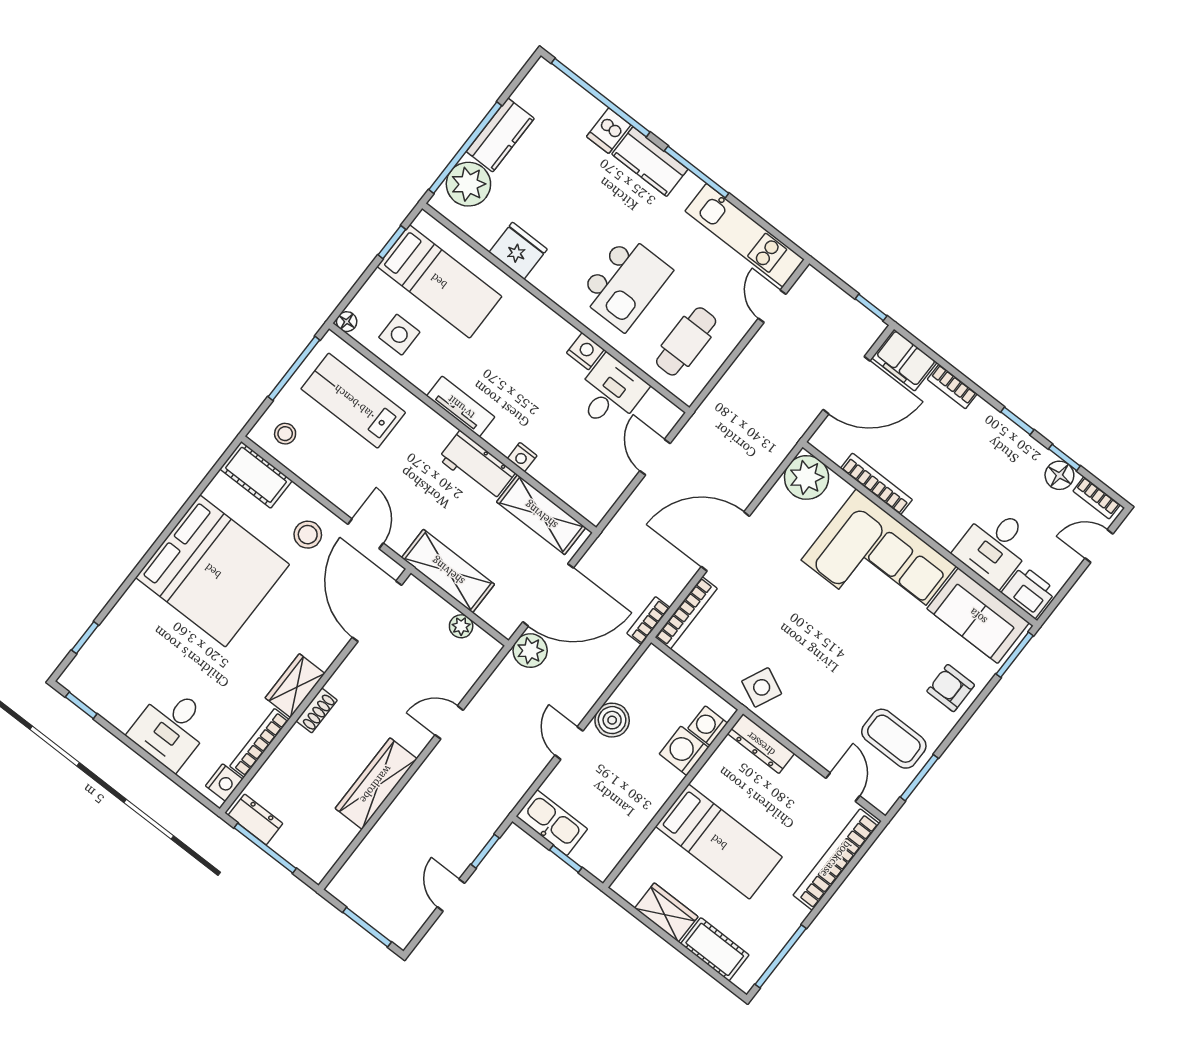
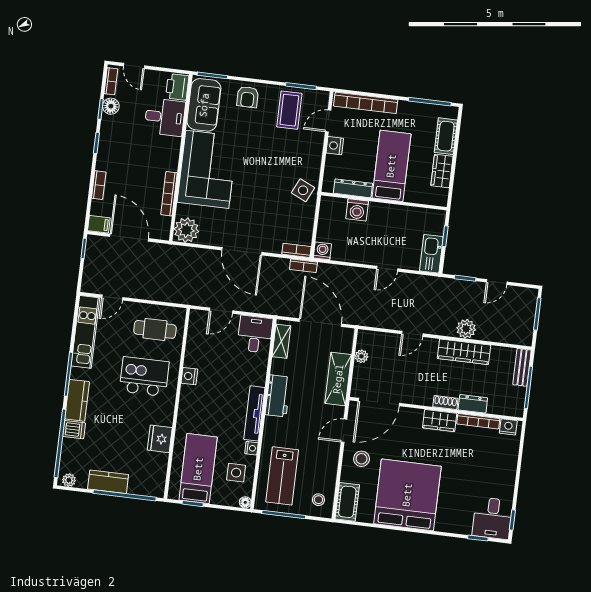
plant: (468, 184) -> (69, 480), moved, width x0.53, depth x0.53
filing cabinet: (904, 360) -> (99, 224), width x0.50
desk: (610, 393) -> (255, 334), moved, turned 90
tv unit: (461, 407) -> (254, 413), width x1.41
nightstand: (522, 457) -> (252, 448), moved
shelving: (541, 515) -> (281, 341), width x0.67, depth x0.75
bookcase: (686, 613) -> (297, 250), width x0.64
plant: (530, 651) -> (466, 329), moved
boiler: (612, 720) -> (363, 254), removed
door: (449, 722) -> (412, 334), hinge flipped
washing machine: (708, 726) -> (322, 251), moved, turned 180
desk: (171, 728) -> (492, 518), moved, turned 90
dresser: (761, 744) -> (353, 188), moved, turned -90
nightstand: (800, 775) -> (335, 146), added
dresser: (255, 819) -> (473, 404), moved, turned 90
bench: (301, 857) -> (522, 367), added

